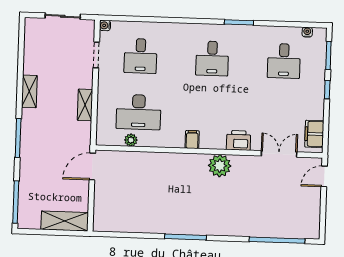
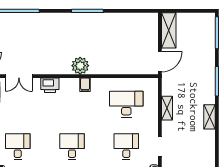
plant: (131, 140) -> (131, 83), removed
plant: (220, 166) -> (80, 66), moved
shelving: (65, 221) -> (169, 30), moved, turned 90

